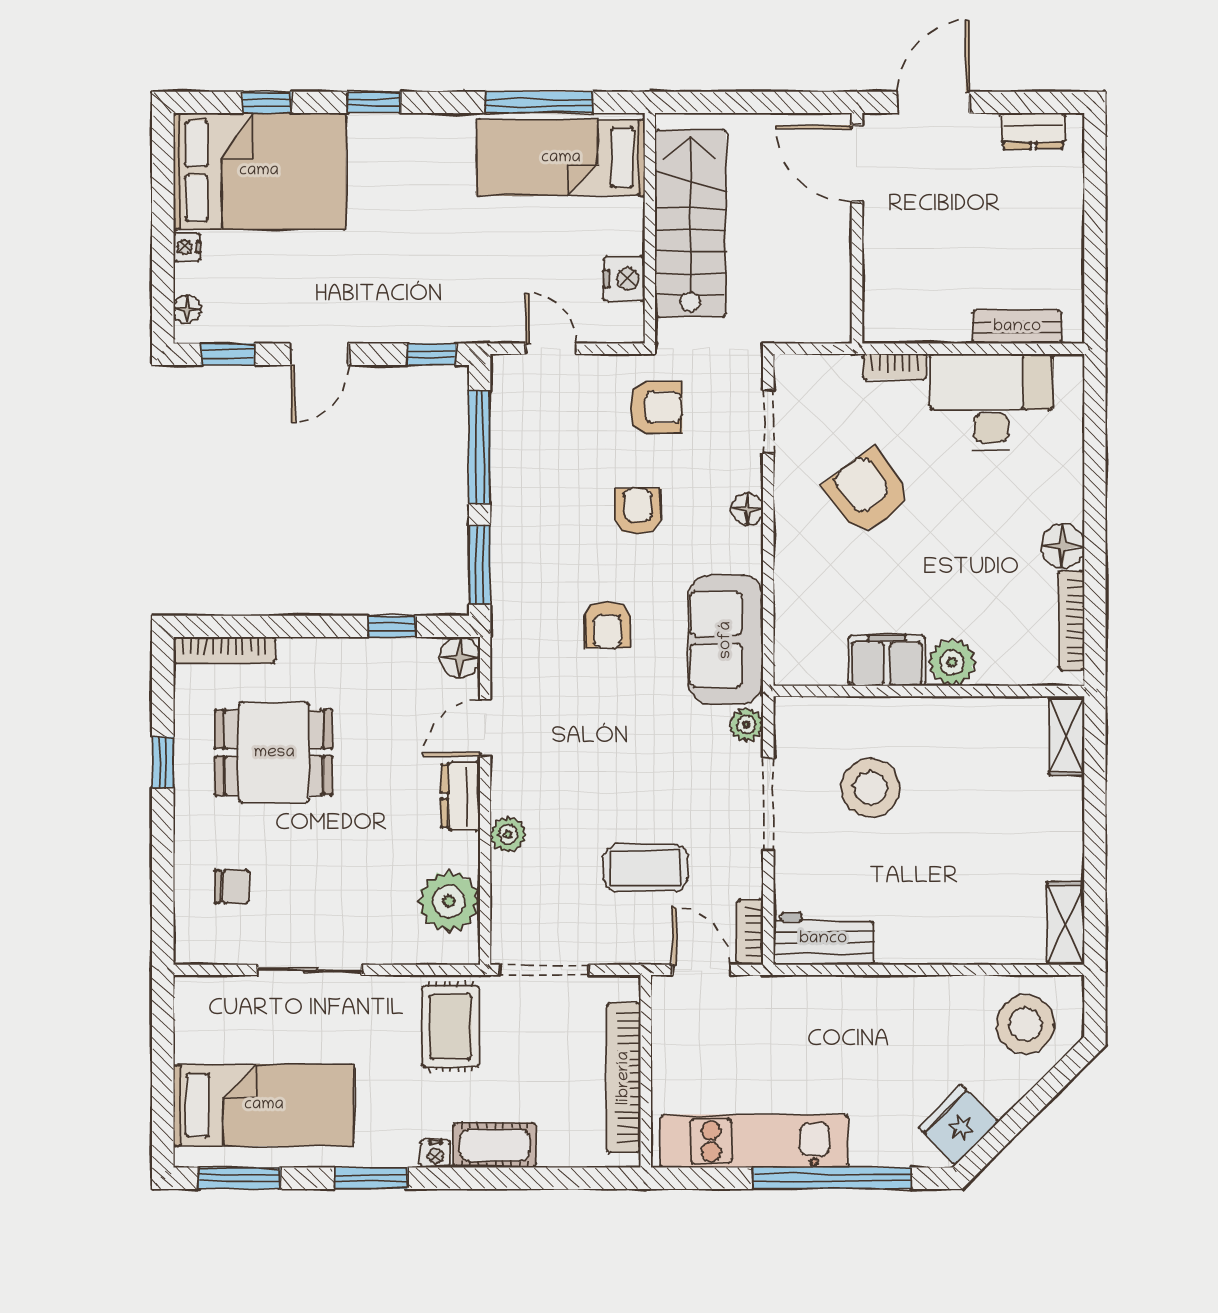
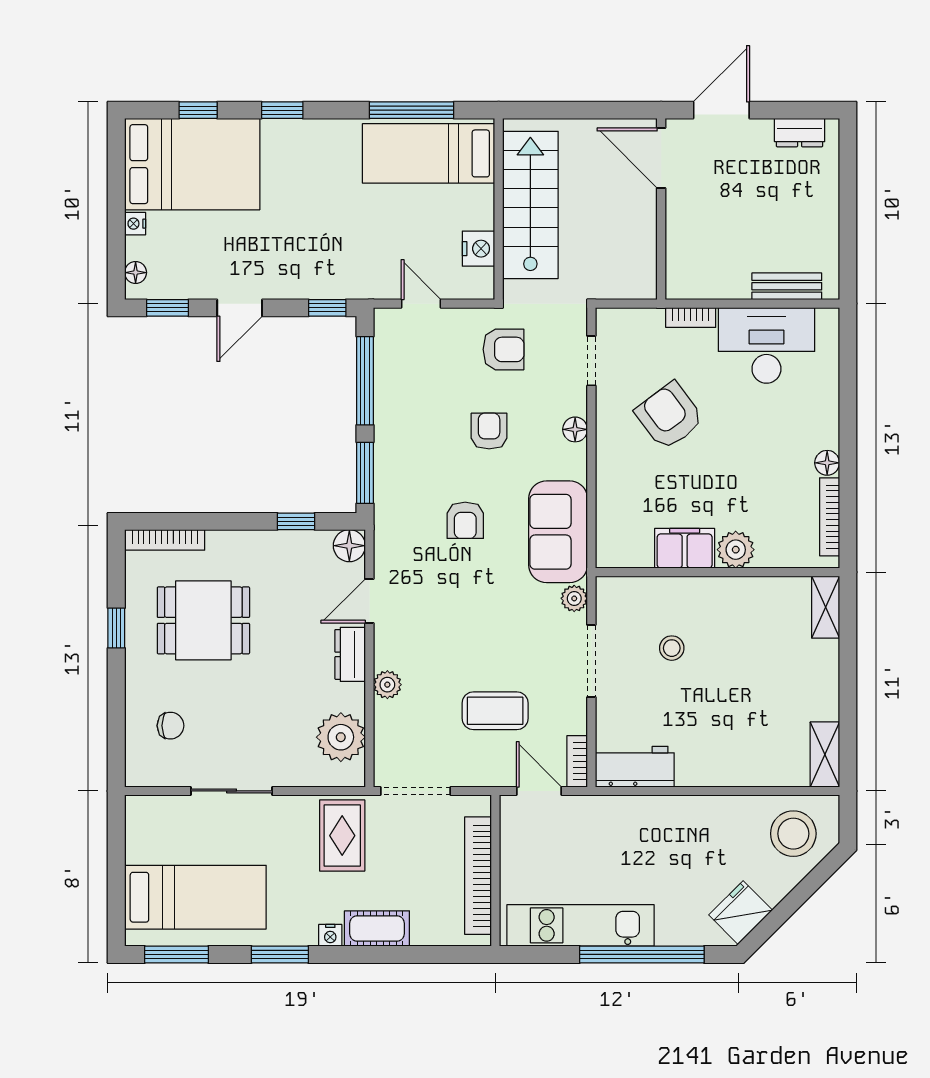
floor lamp: (1063, 546) -> (827, 463), width x0.73, depth x0.73
stool: (871, 788) -> (672, 648), width x0.53, depth x0.53

